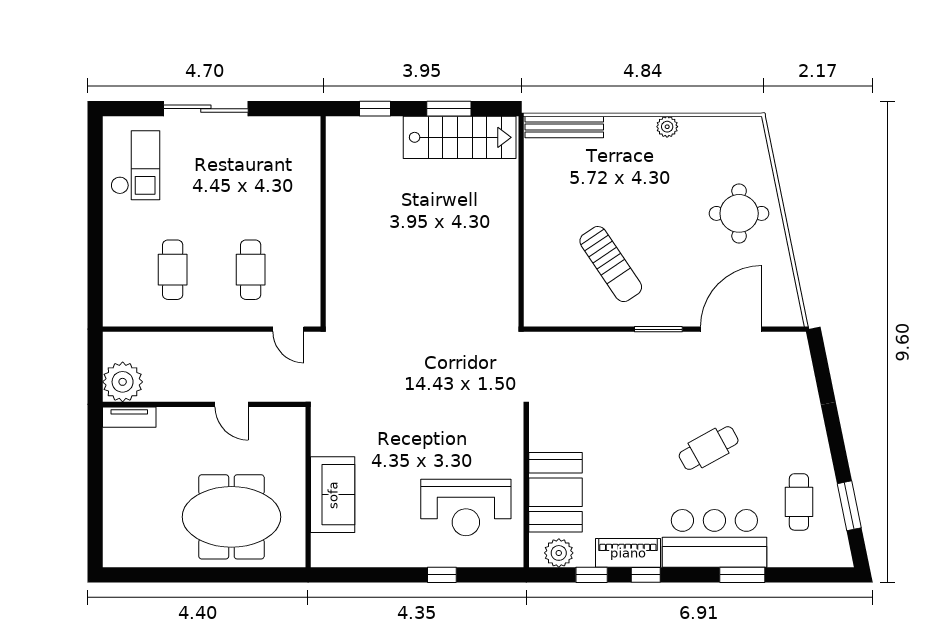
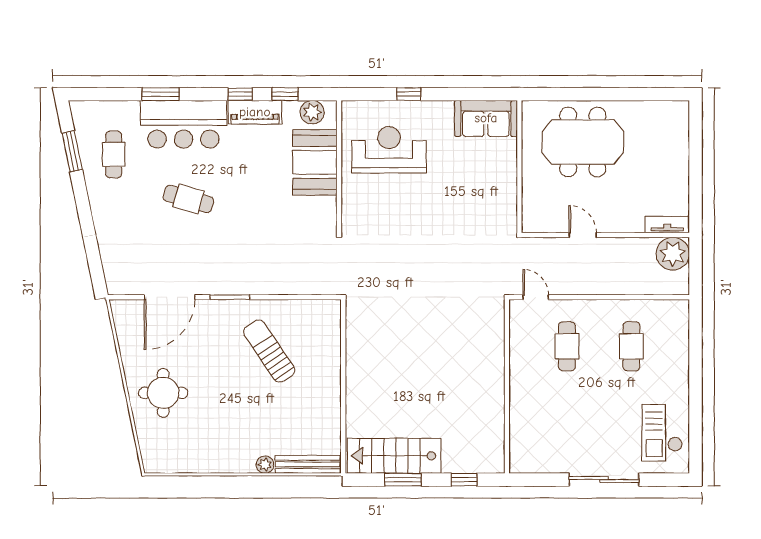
plant: (667, 127) -> (265, 465), moved
cafe table: (709, 448) -> (188, 199), turned 45
sofa: (333, 495) -> (486, 118), moved, turned -90

